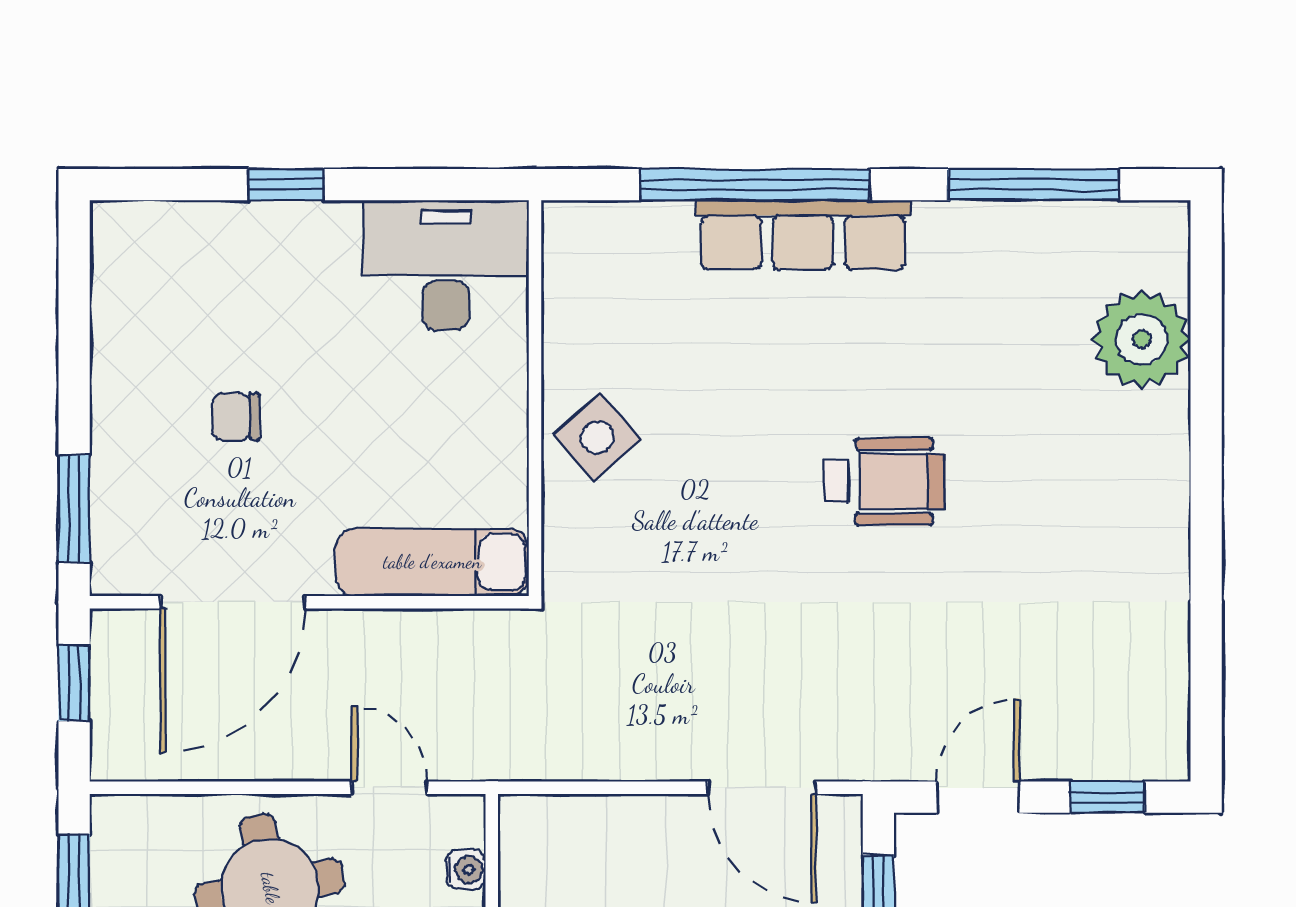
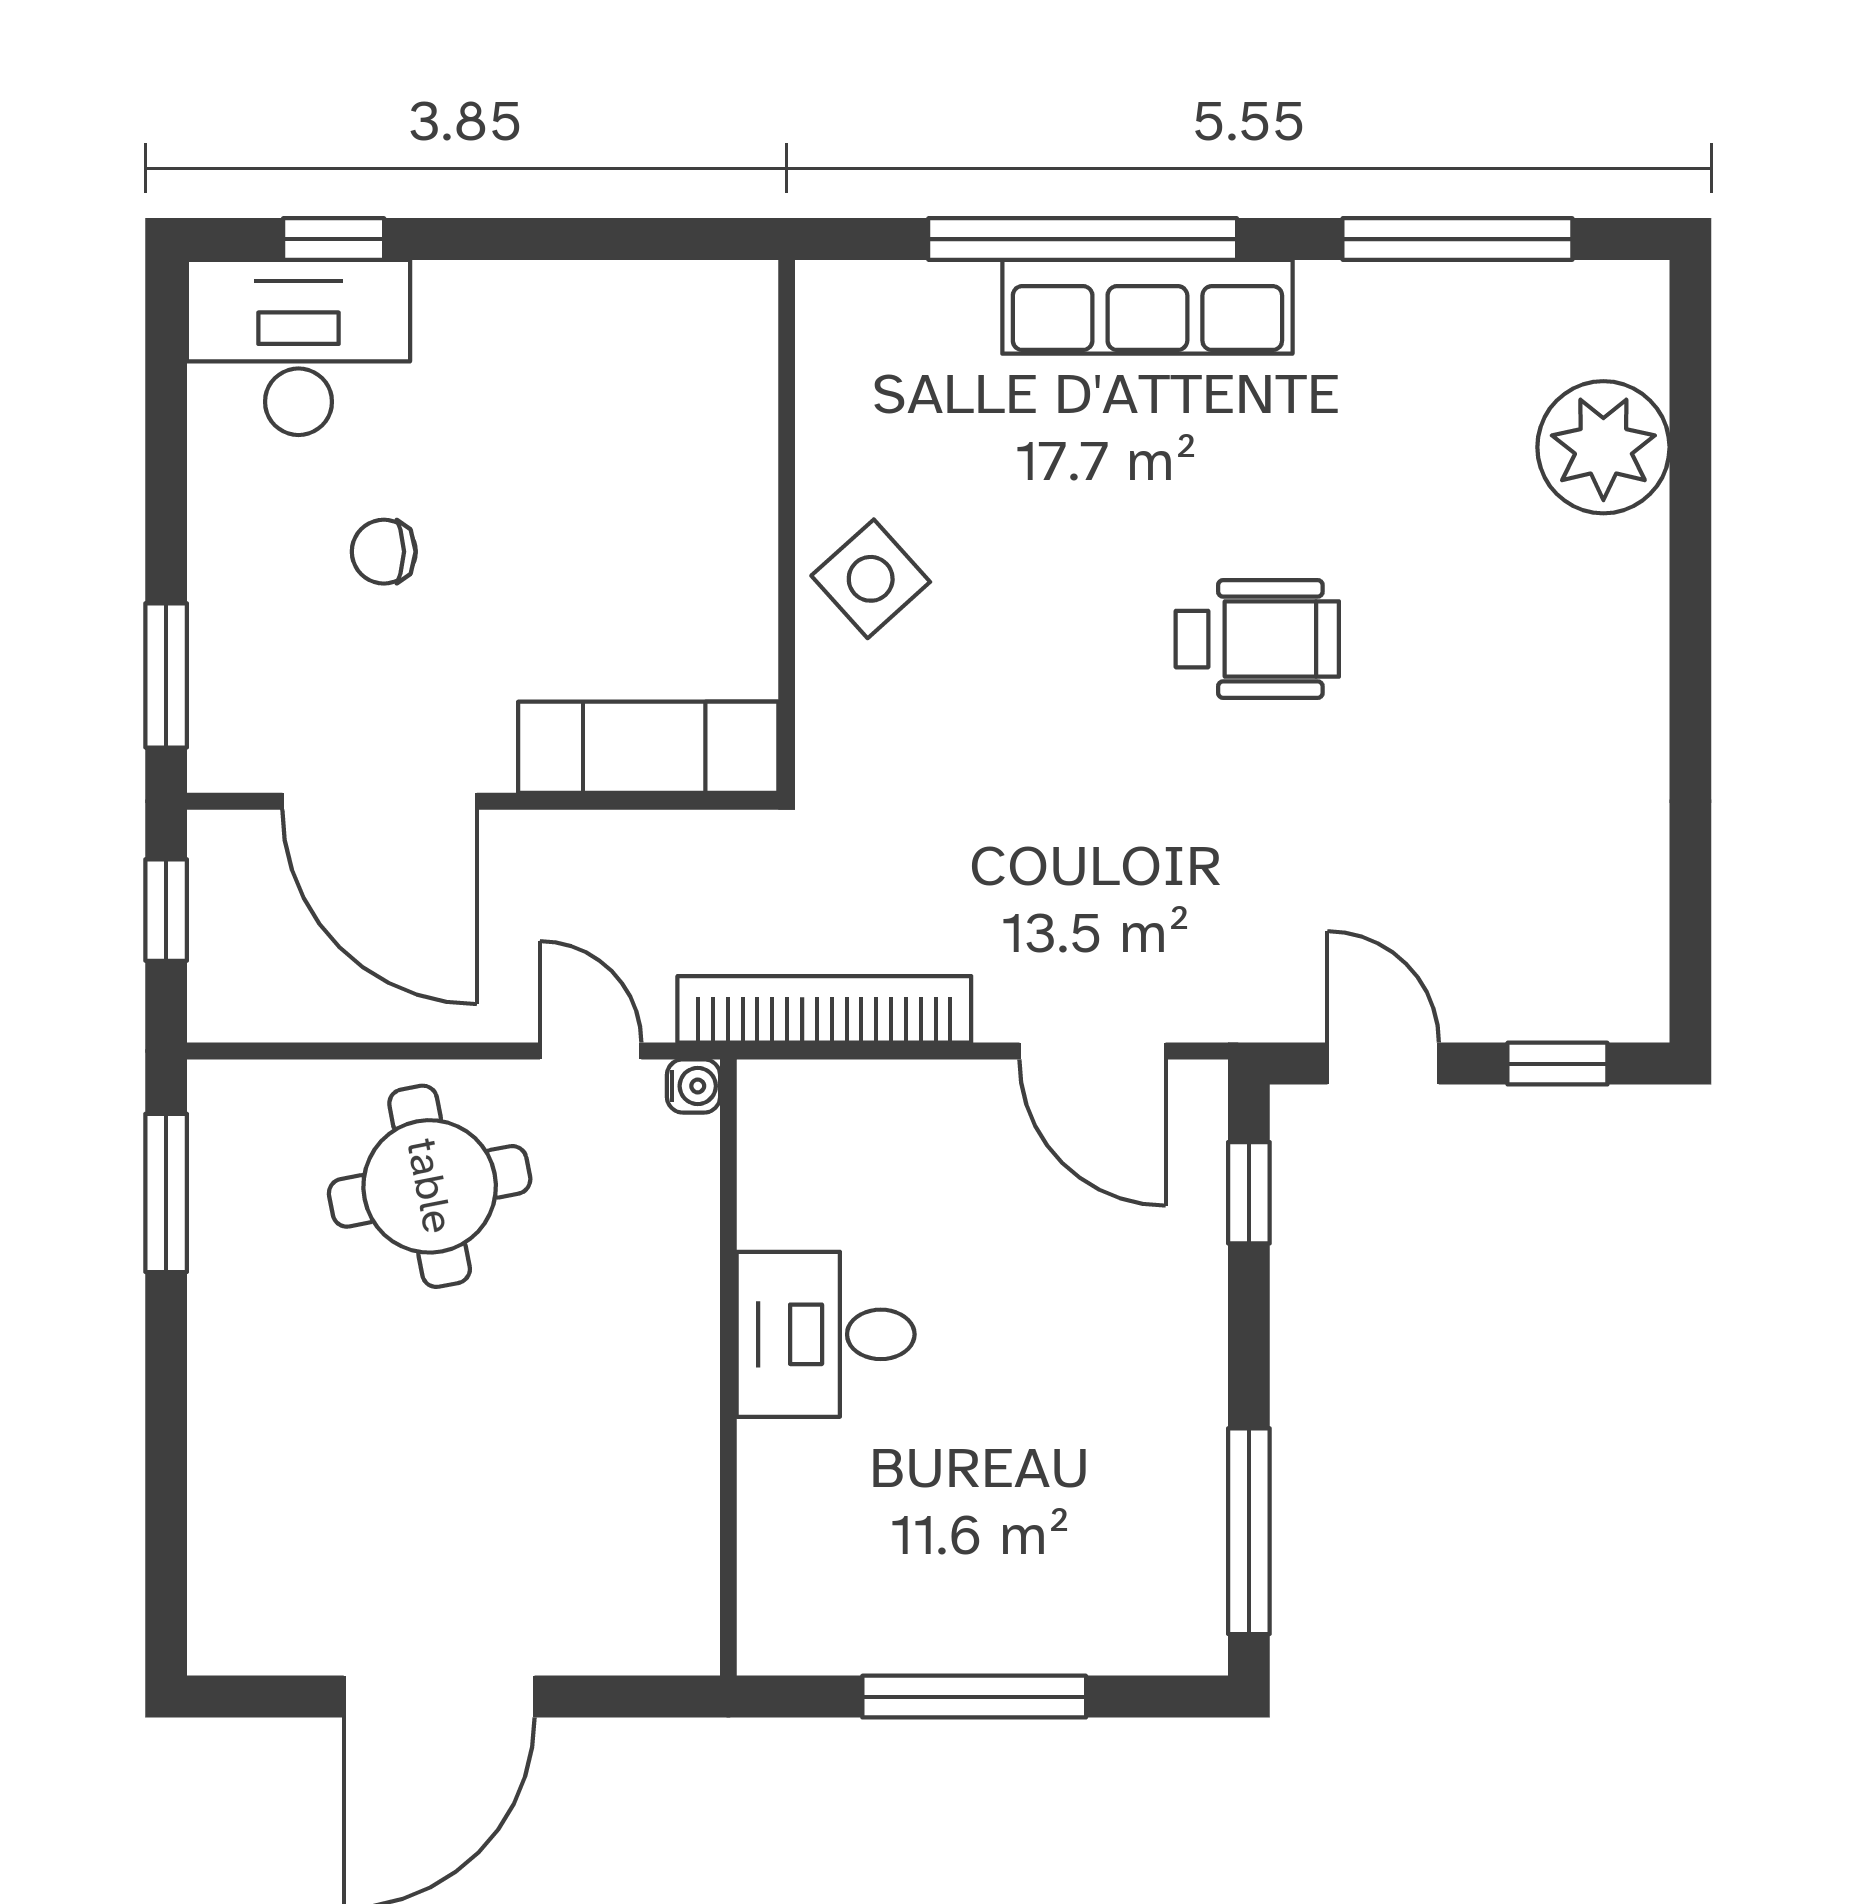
window: (286, 185) -> (334, 239), moved
desk: (446, 265) -> (298, 347), moved
door: (233, 602) -> (380, 801), hinge flipped
bookcase: (563, 757) -> (824, 1009), added
door: (978, 797) -> (1383, 1064), hinge flipped
water cooler: (466, 869) -> (693, 1086), moved

